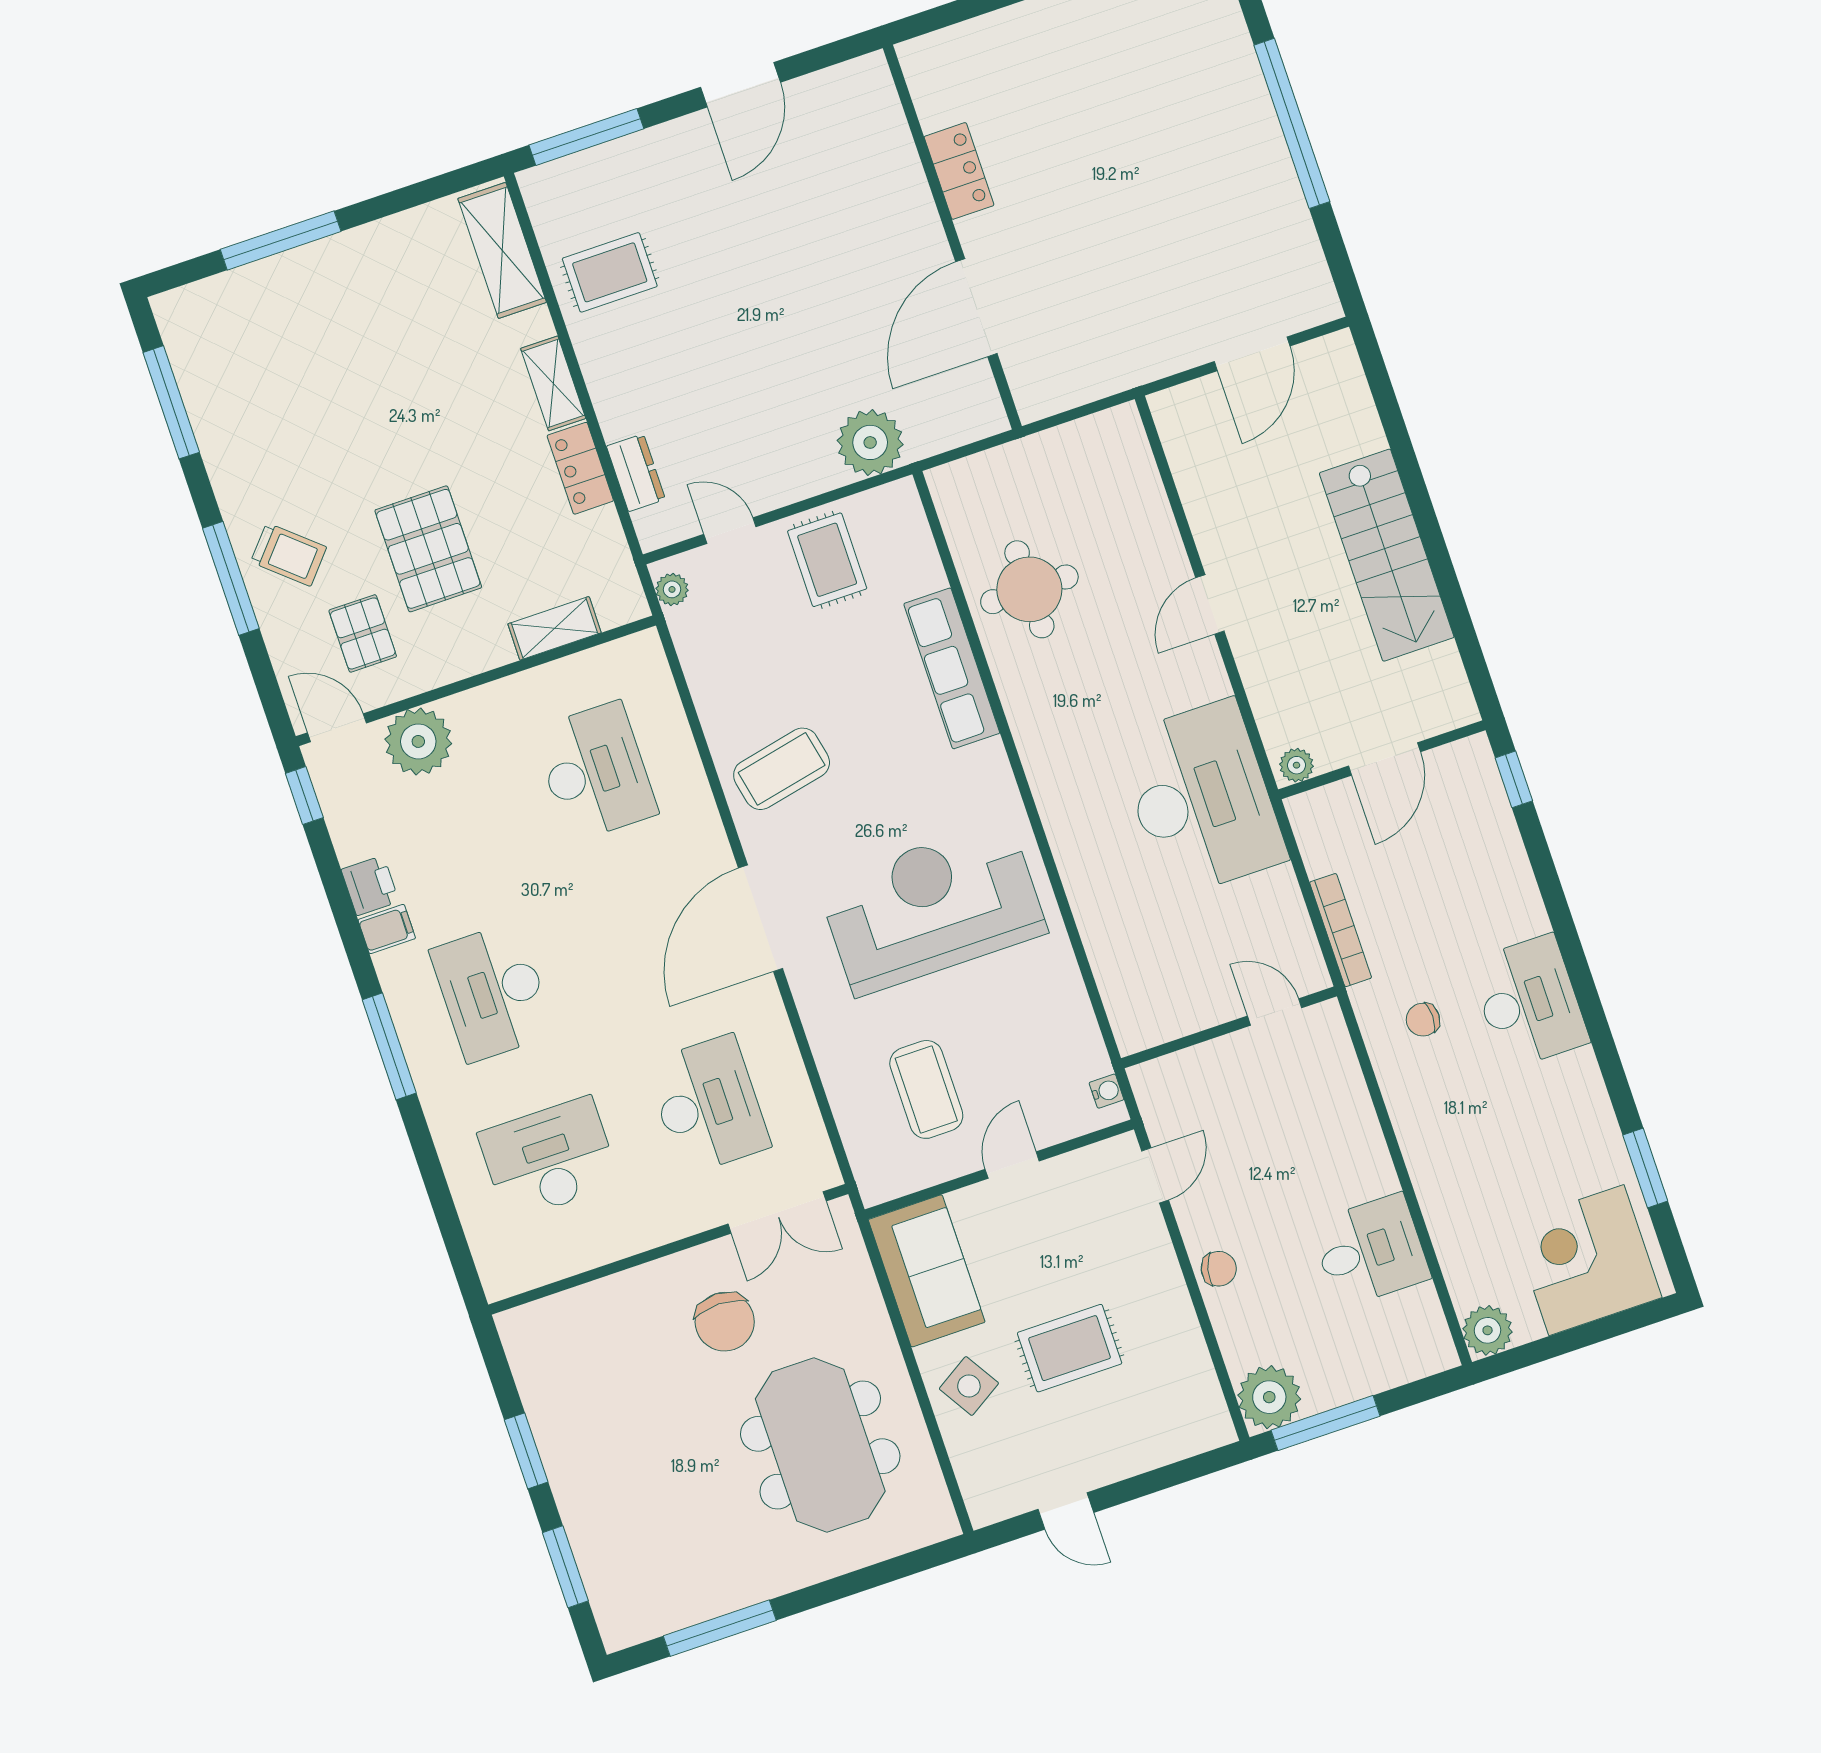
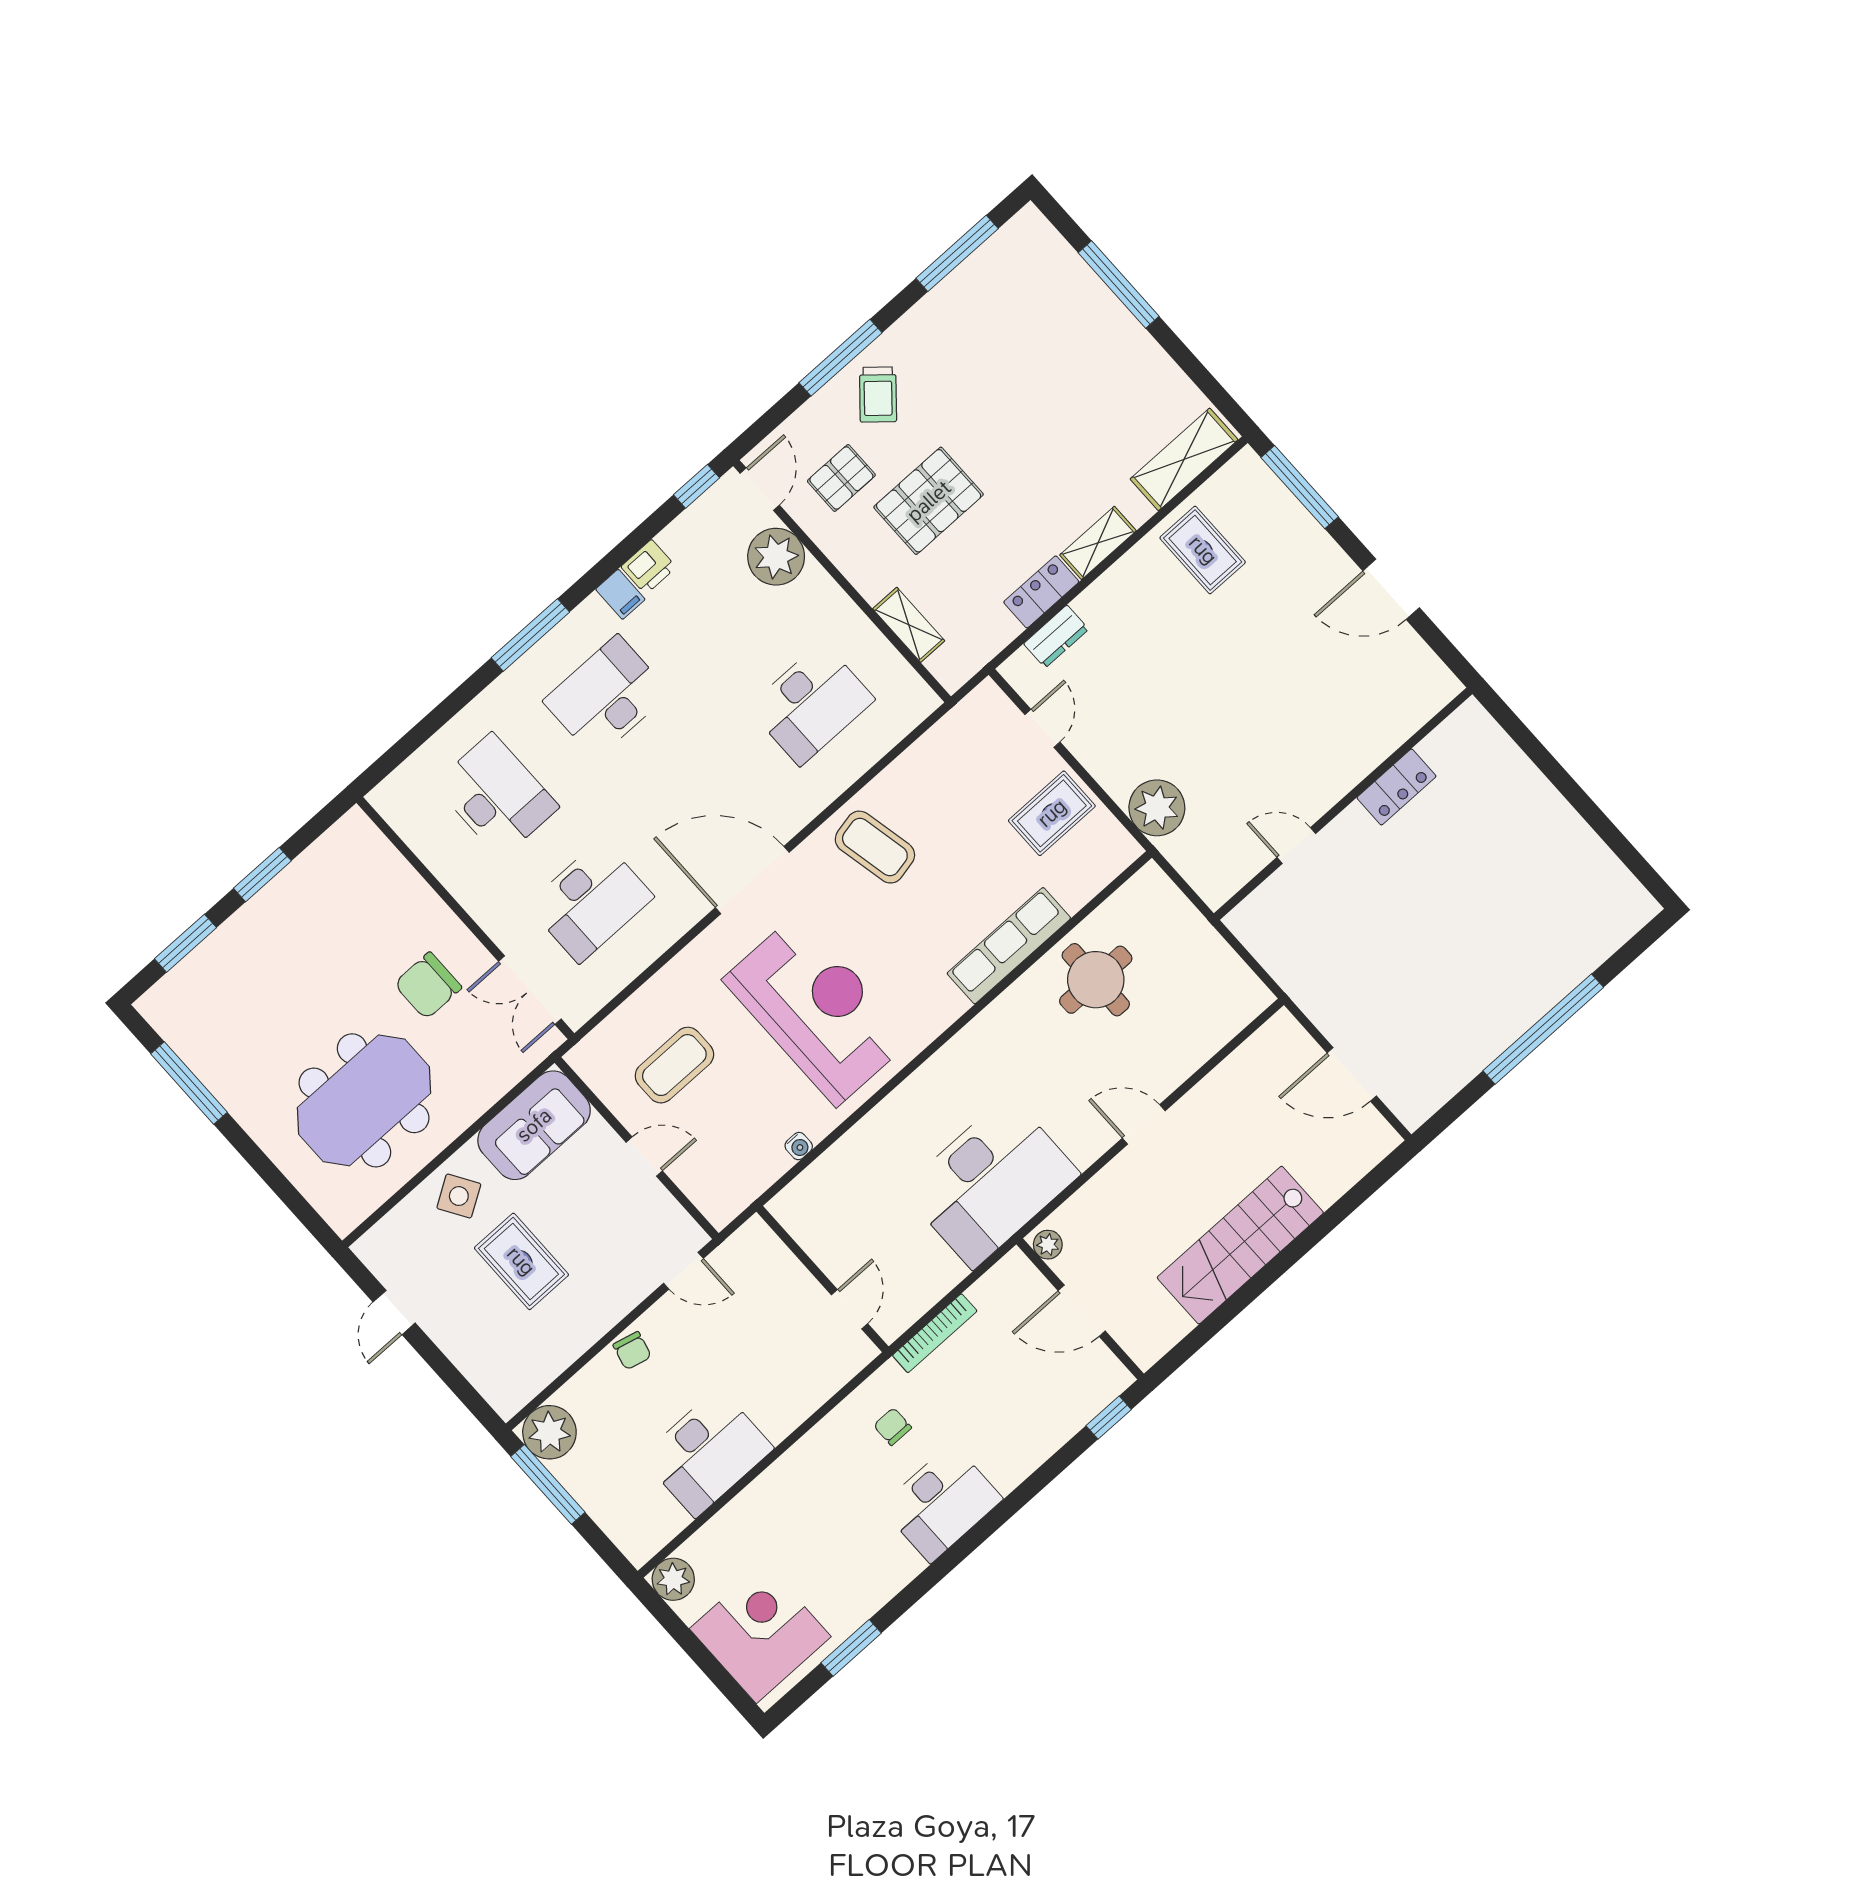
door: (976, 308) -> (1296, 846), width x0.53
plant: (672, 589) -> (978, 703), removed
water cooler: (1106, 1091) -> (799, 1146), moved
desk: (1370, 1251) -> (707, 1452), width x1.37

